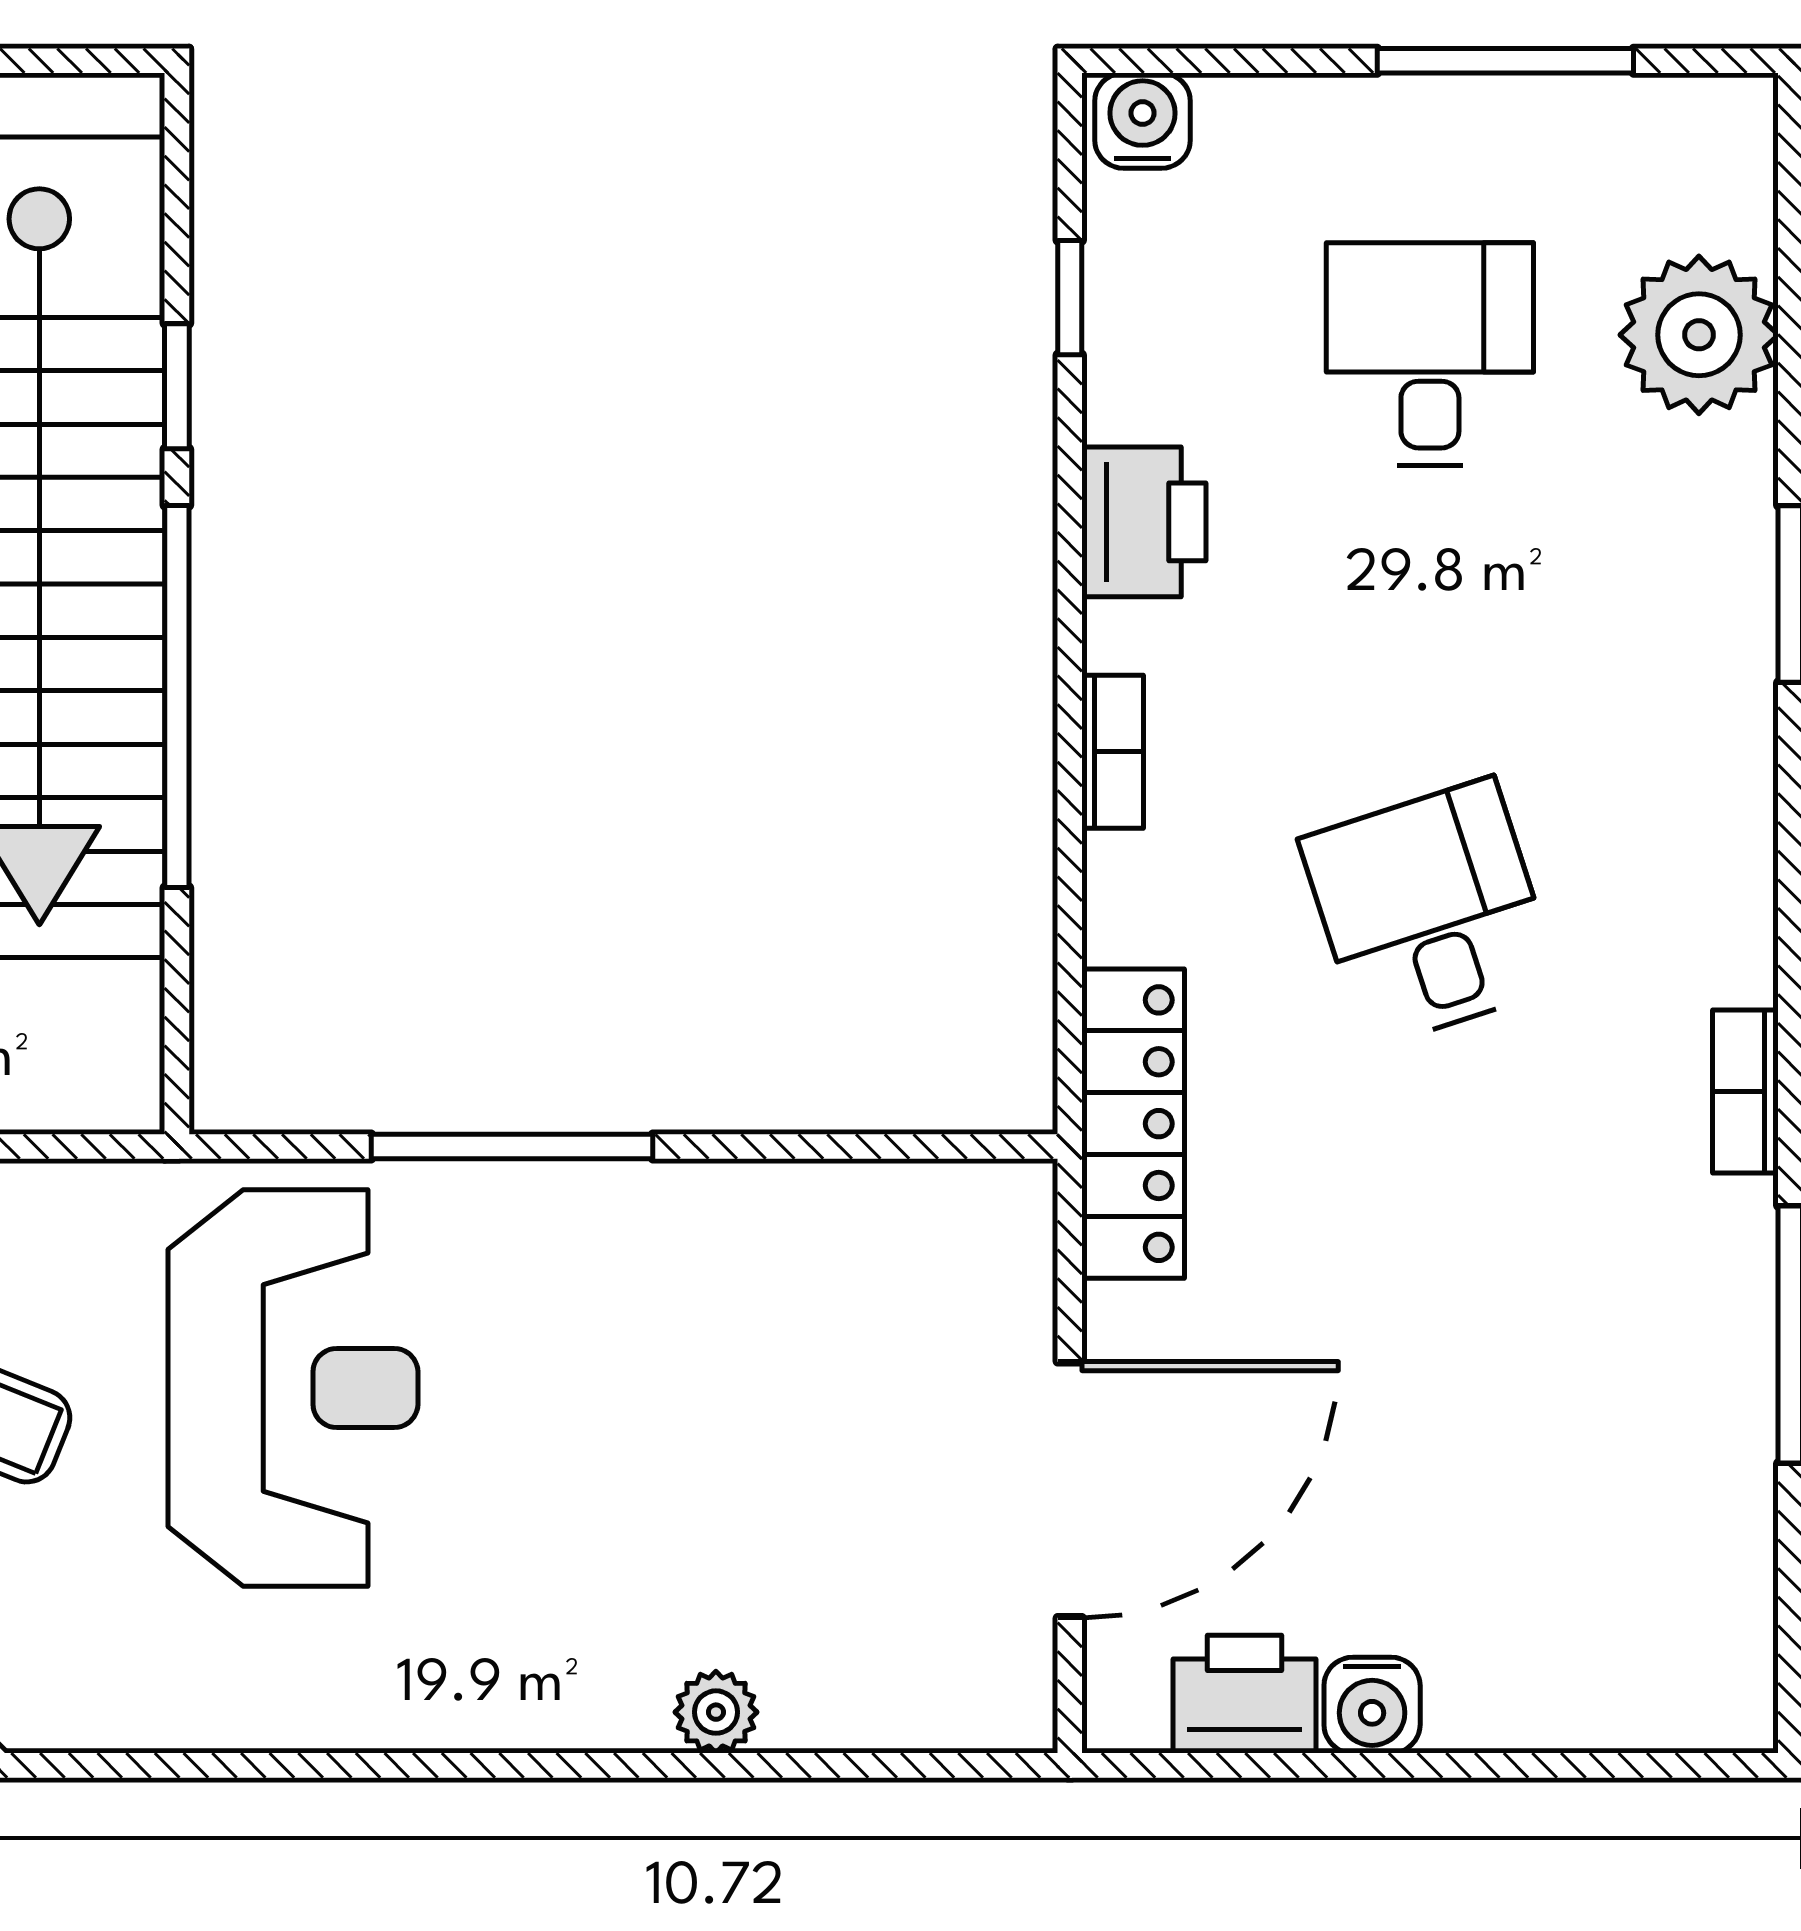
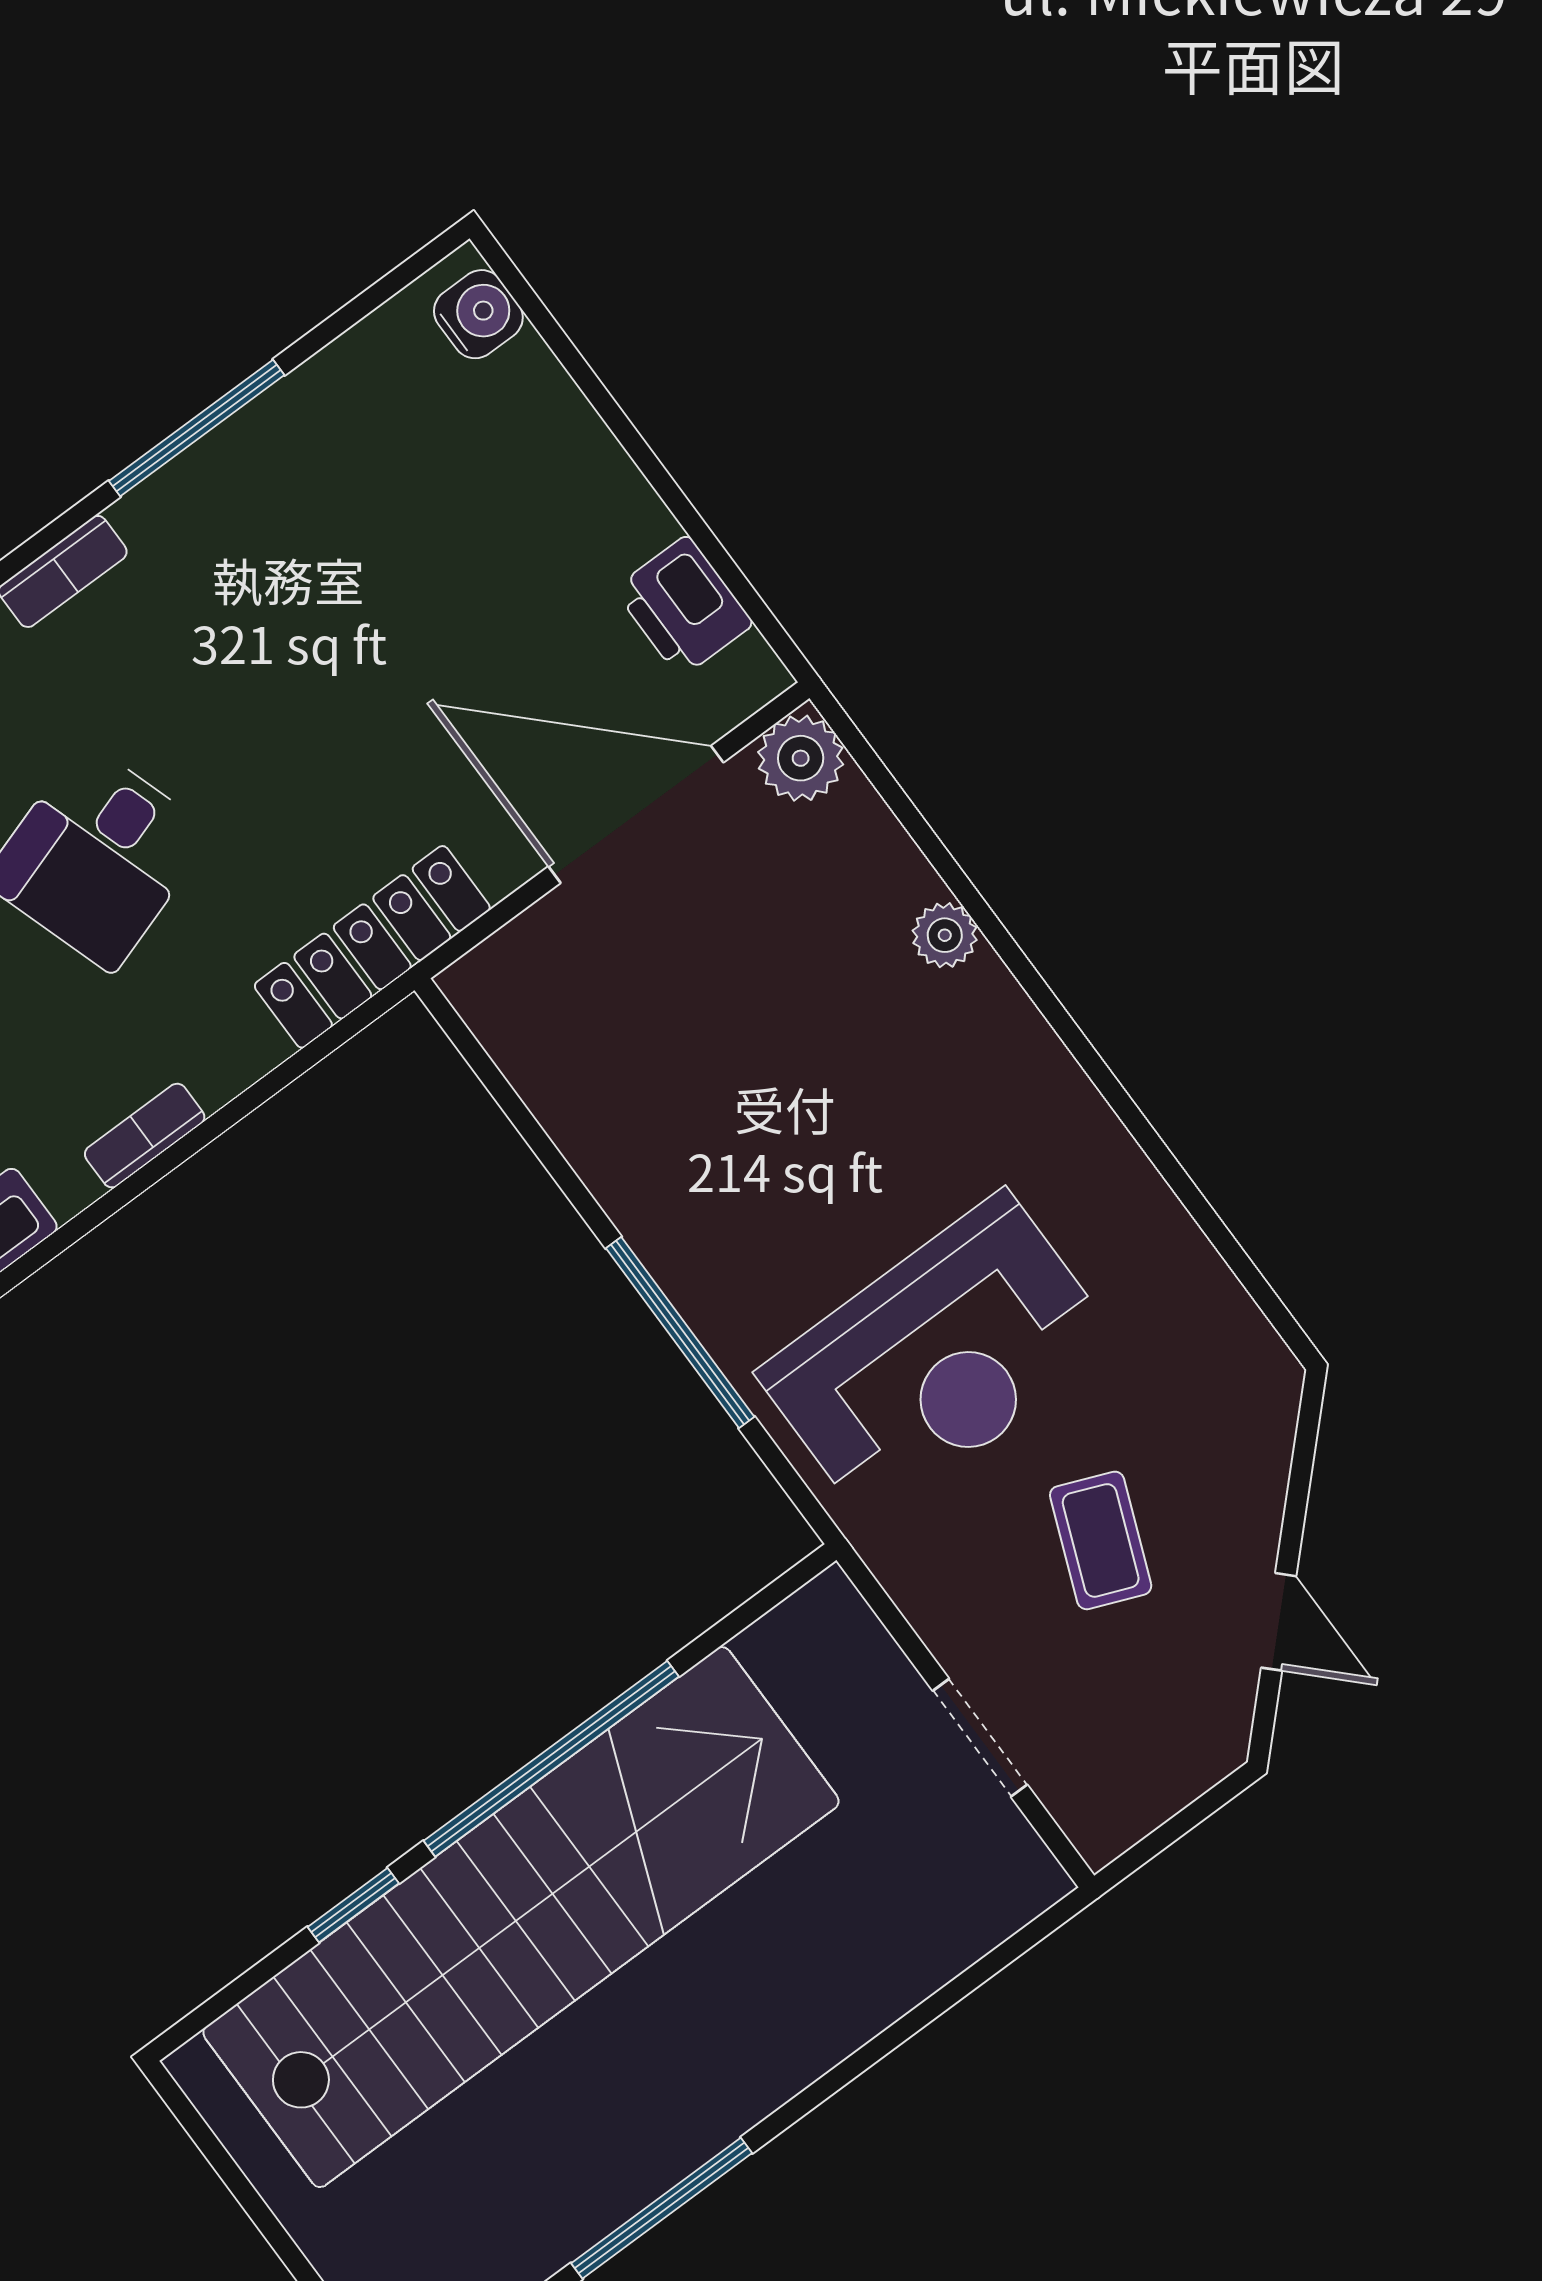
reception desk: (293, 1388) -> (938, 1358), turned 180
plant: (1003, 1699) -> (801, 758), added
water cooler: (1372, 1705) -> (478, 314), moved

